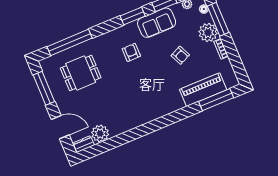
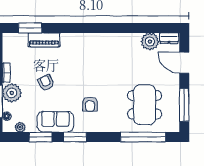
dining table: (81, 73) -> (145, 105), width x1.38
piano: (203, 90) -> (44, 40), width x0.73, depth x0.75
window: (216, 100) -> (30, 28), width x0.69

